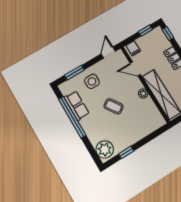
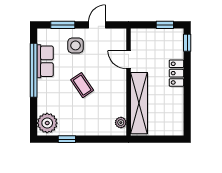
filing cabinet: (133, 48) -> (140, 36), removed
door: (108, 52) -> (97, 25), moved
plant: (143, 94) -> (121, 123), moved

